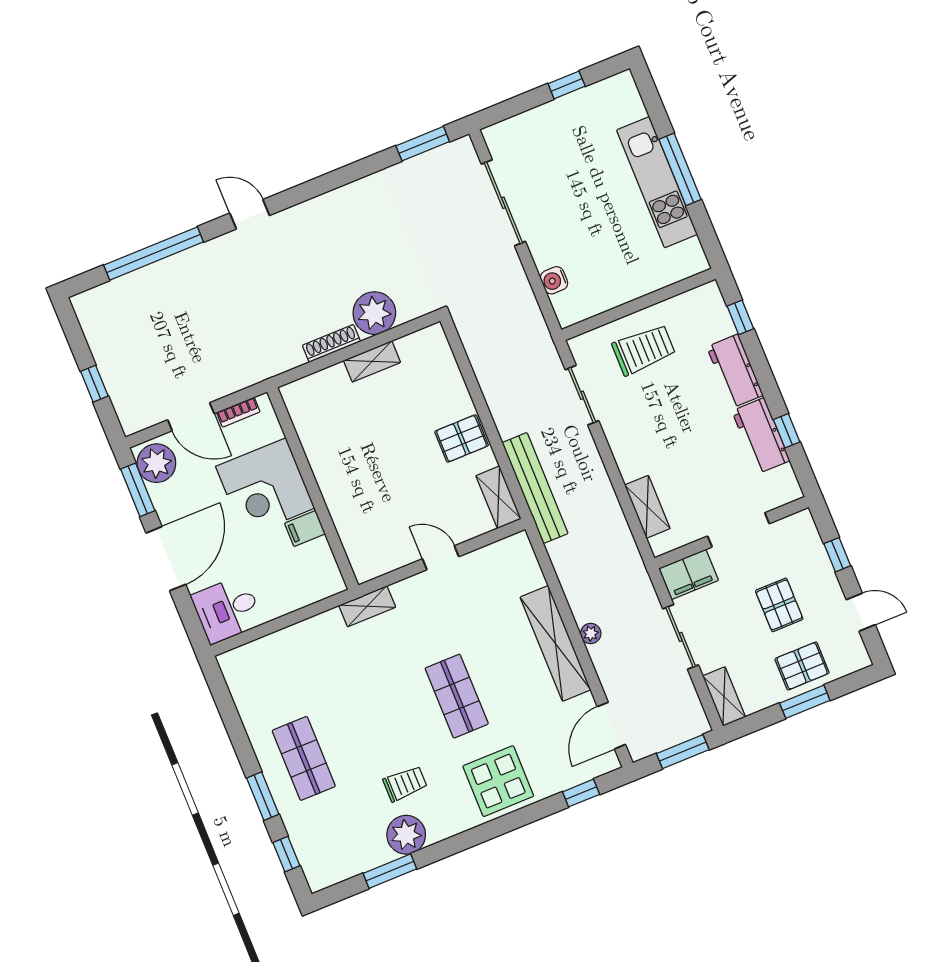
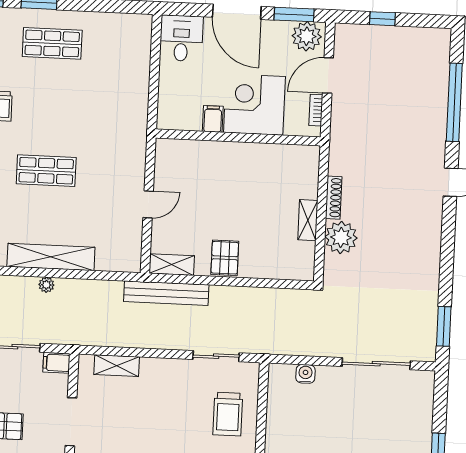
filing cabinet: (689, 574) -> (56, 363), width x0.50
shelving: (367, 606) -> (138, 137), removed

